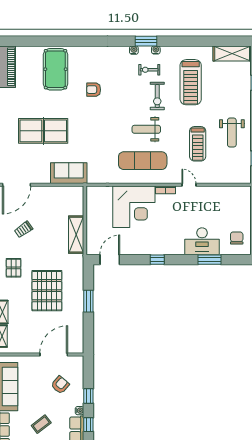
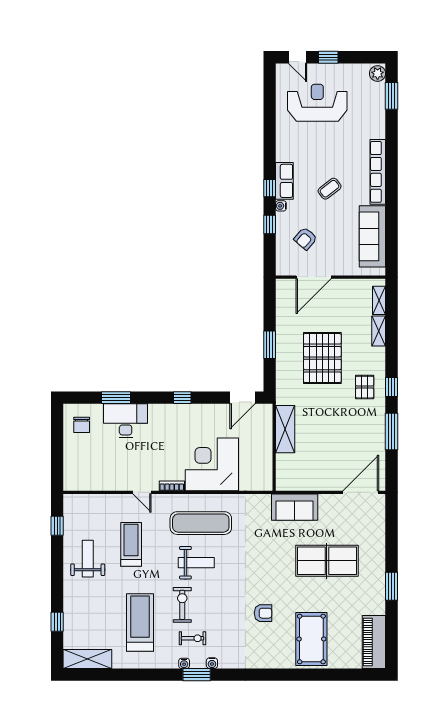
trolley: (24, 229) -> (352, 436), removed

